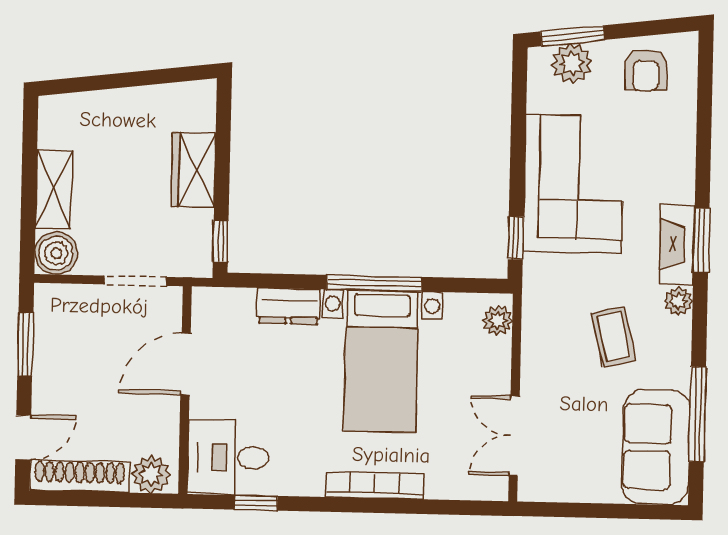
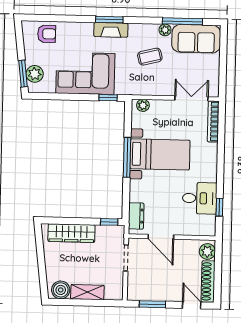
armchair: (646, 70) -> (47, 34), moved
wardrobe: (194, 170) -> (71, 233), width x1.50
boiler: (56, 253) -> (61, 290), moved
plant: (679, 301) -> (165, 30), moved
dresser: (288, 306) -> (136, 216), moved
double door: (514, 436) -> (191, 98), swing flipped
desk: (228, 458) -> (200, 198), moved, turned -90
bookcase: (375, 486) -> (213, 121), moved

